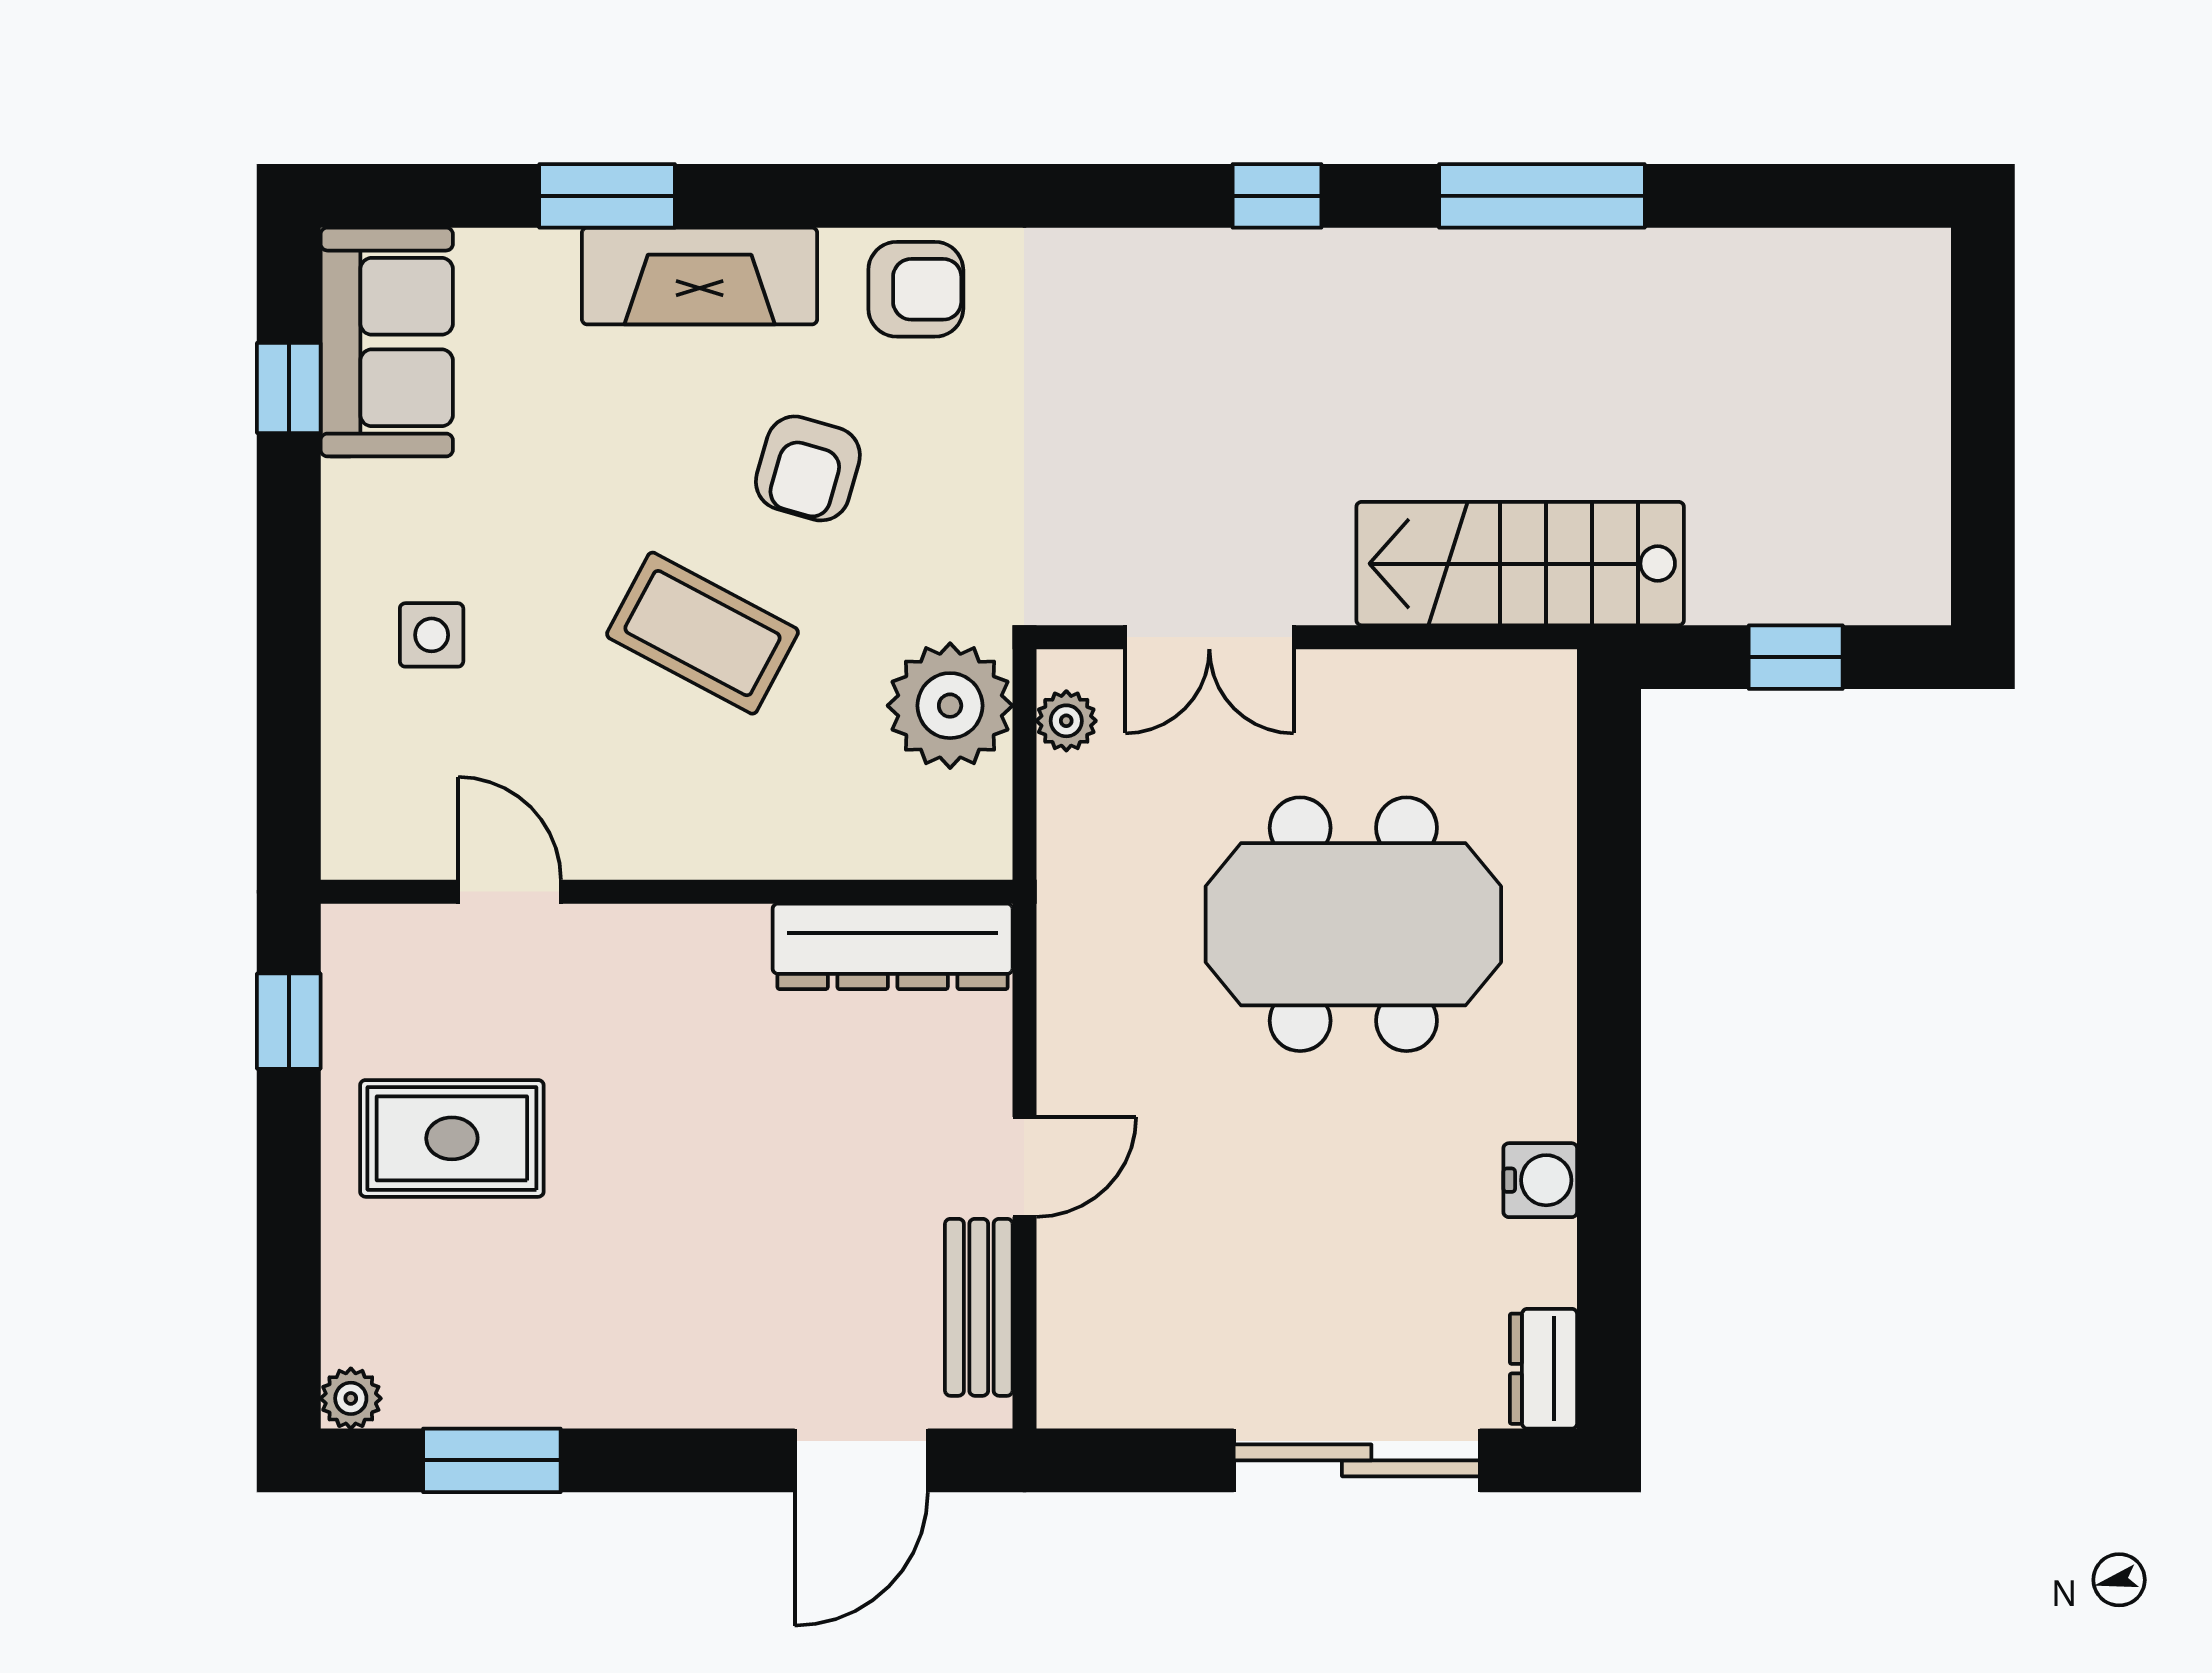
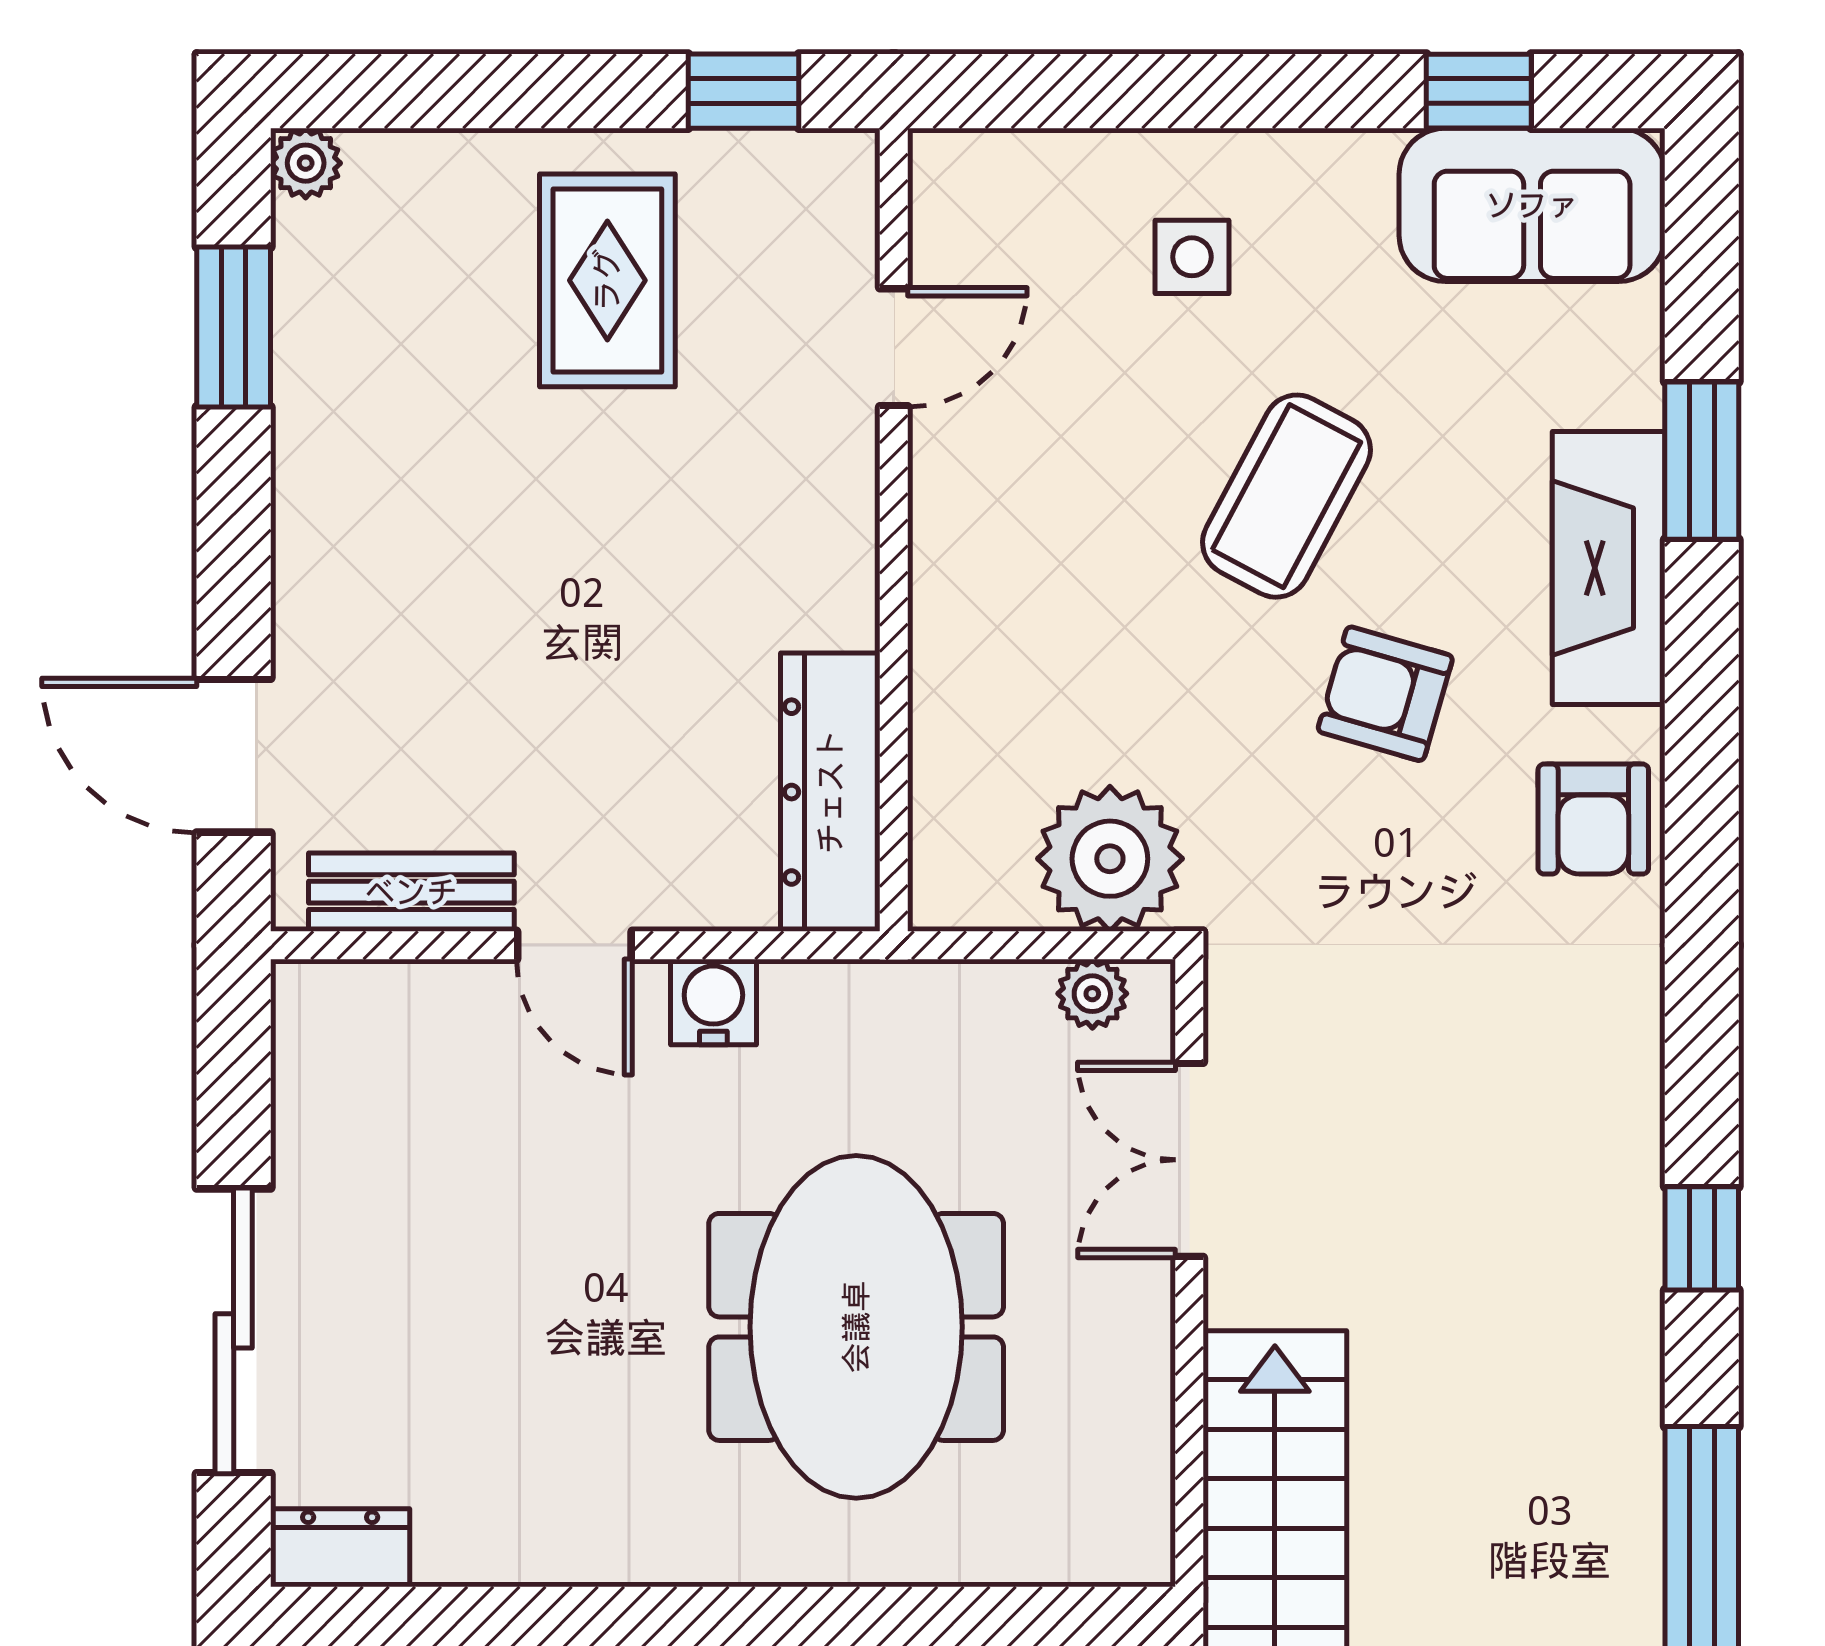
coffee table: (703, 633) -> (1287, 496), moved
water cooler: (1540, 1180) -> (713, 1002), moved, turned 180

